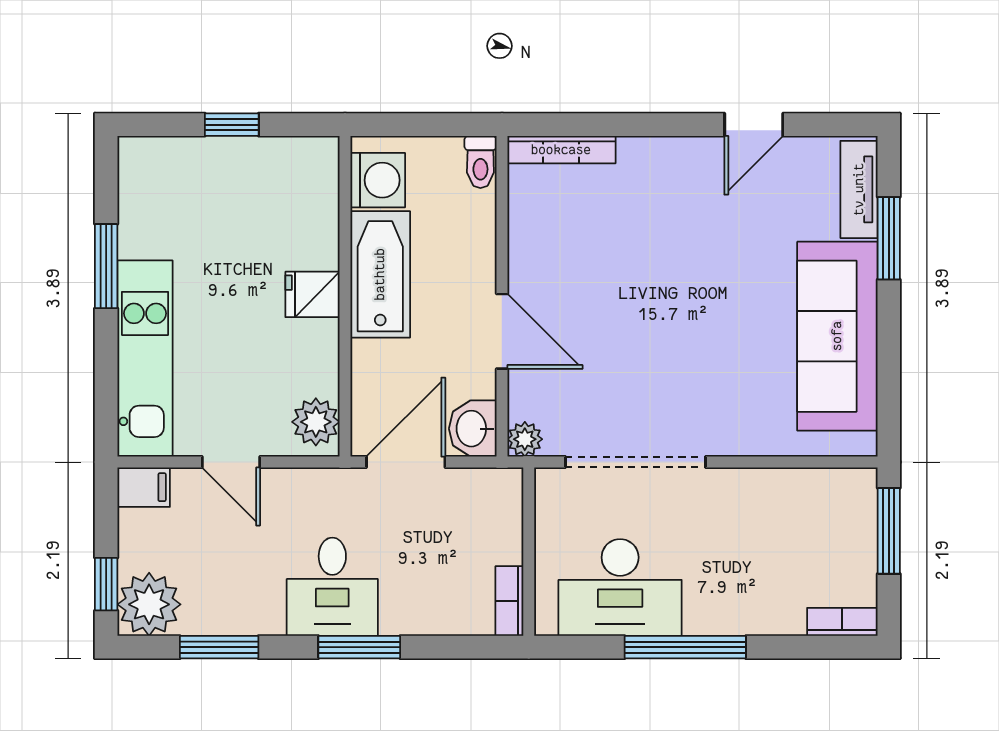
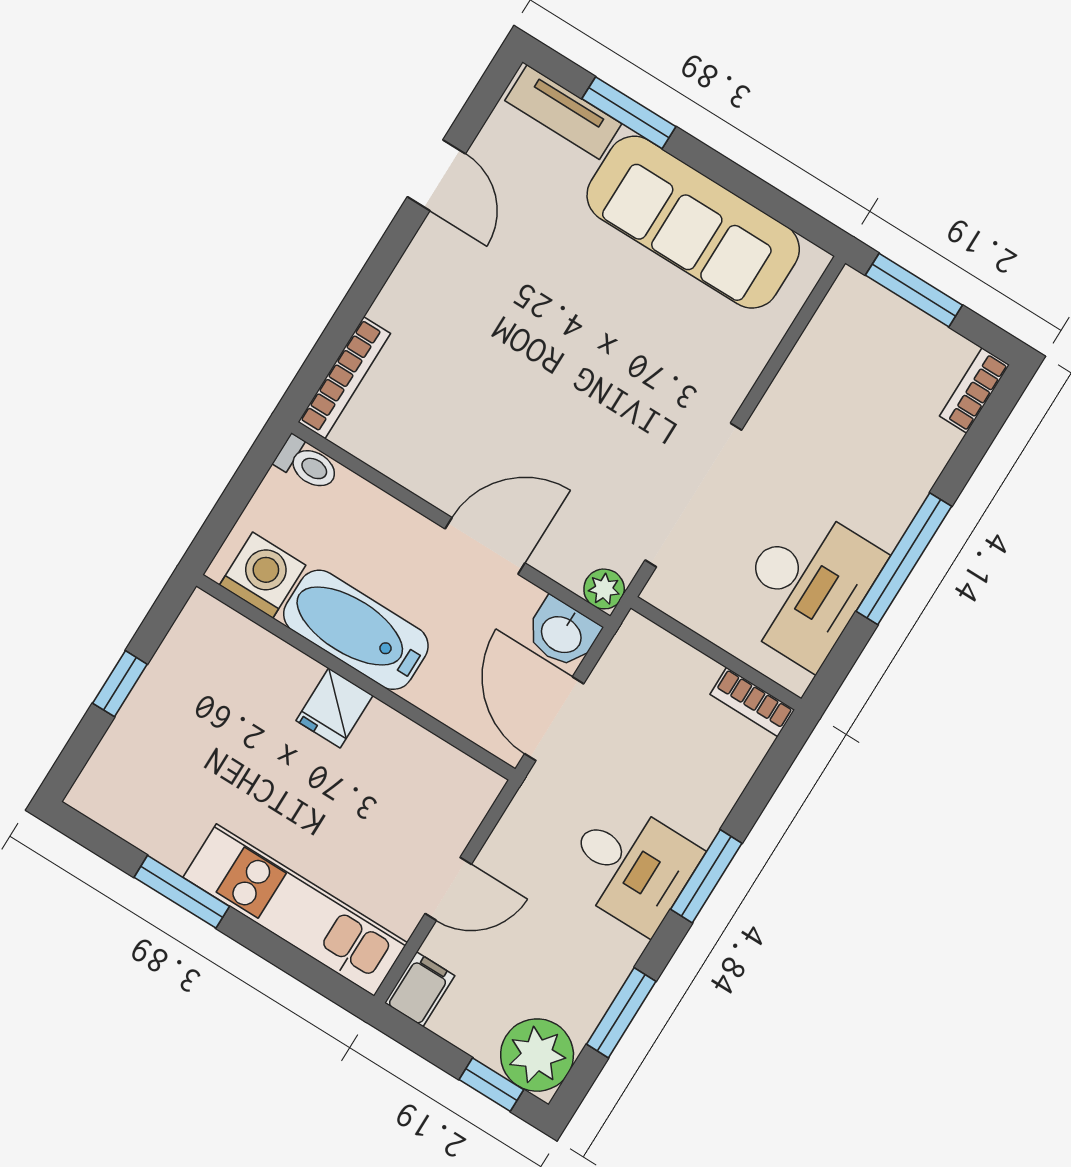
plant: (316, 422) -> (460, 782), removed

